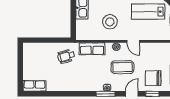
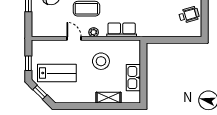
wheelchair: (66, 56) -> (189, 15), moved

